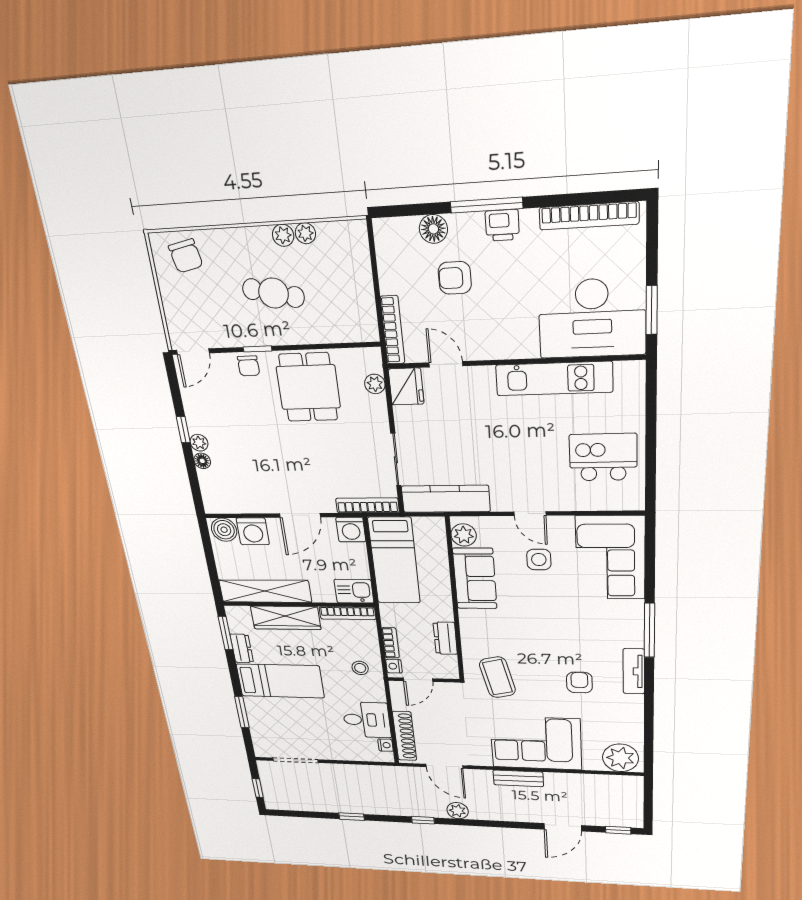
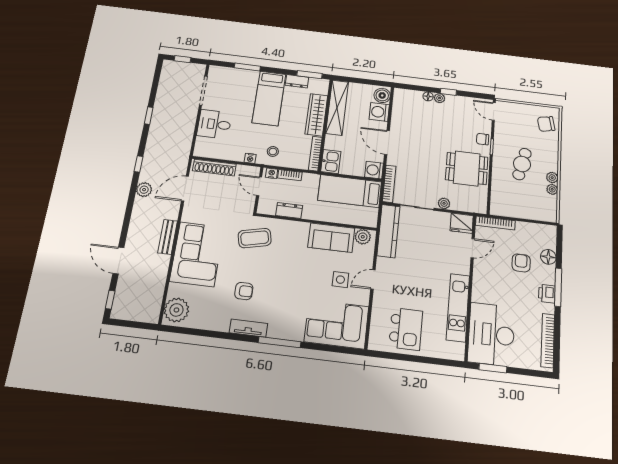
plant: (375, 384) -> (444, 203), moved
desk: (367, 720) -> (214, 124), moved, turned 90
nightstand: (385, 745) -> (250, 158), moved

